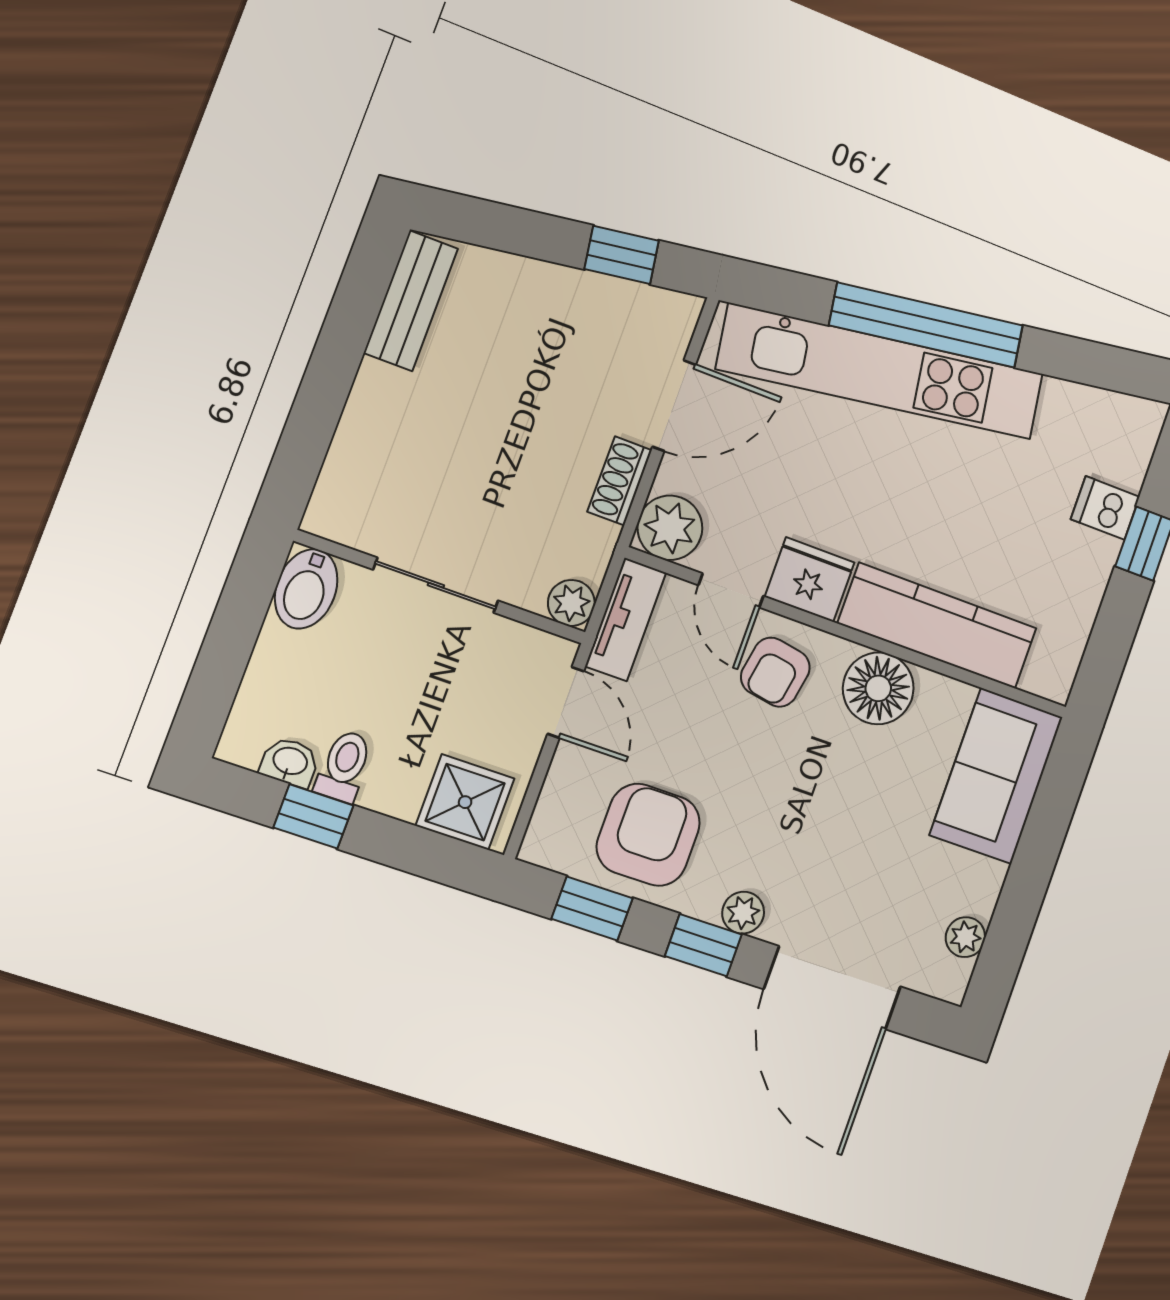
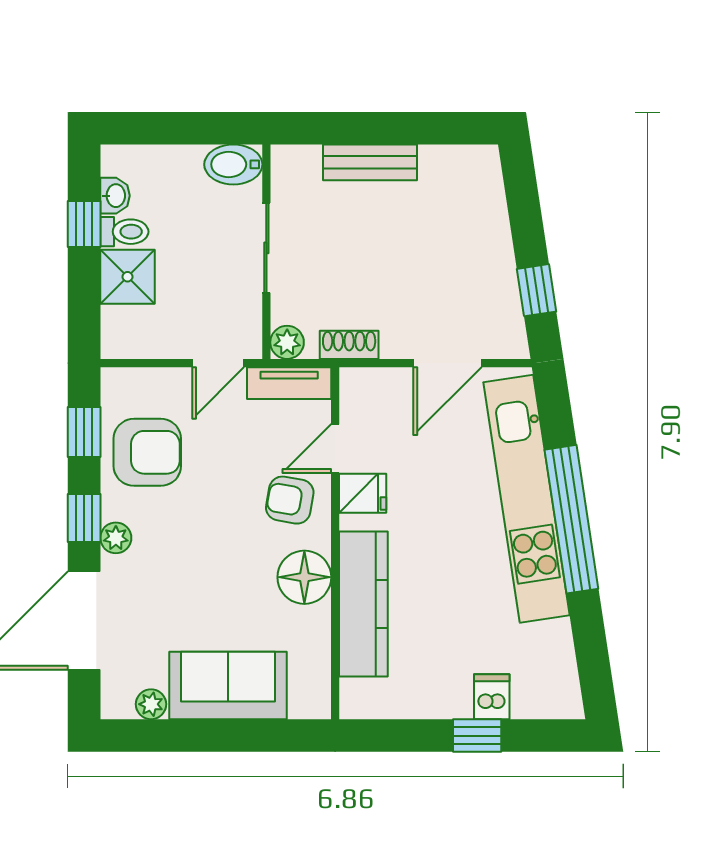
bench: (411, 301) -> (370, 162), moved
door: (674, 406) -> (448, 363), hinge flipped
shoe rack: (620, 481) -> (349, 345), moved
plant: (670, 528) -> (363, 391), removed
fridge: (810, 579) -> (363, 493), width x0.72
sofa: (996, 776) -> (228, 685), moved
shower: (465, 802) -> (128, 277), moved

